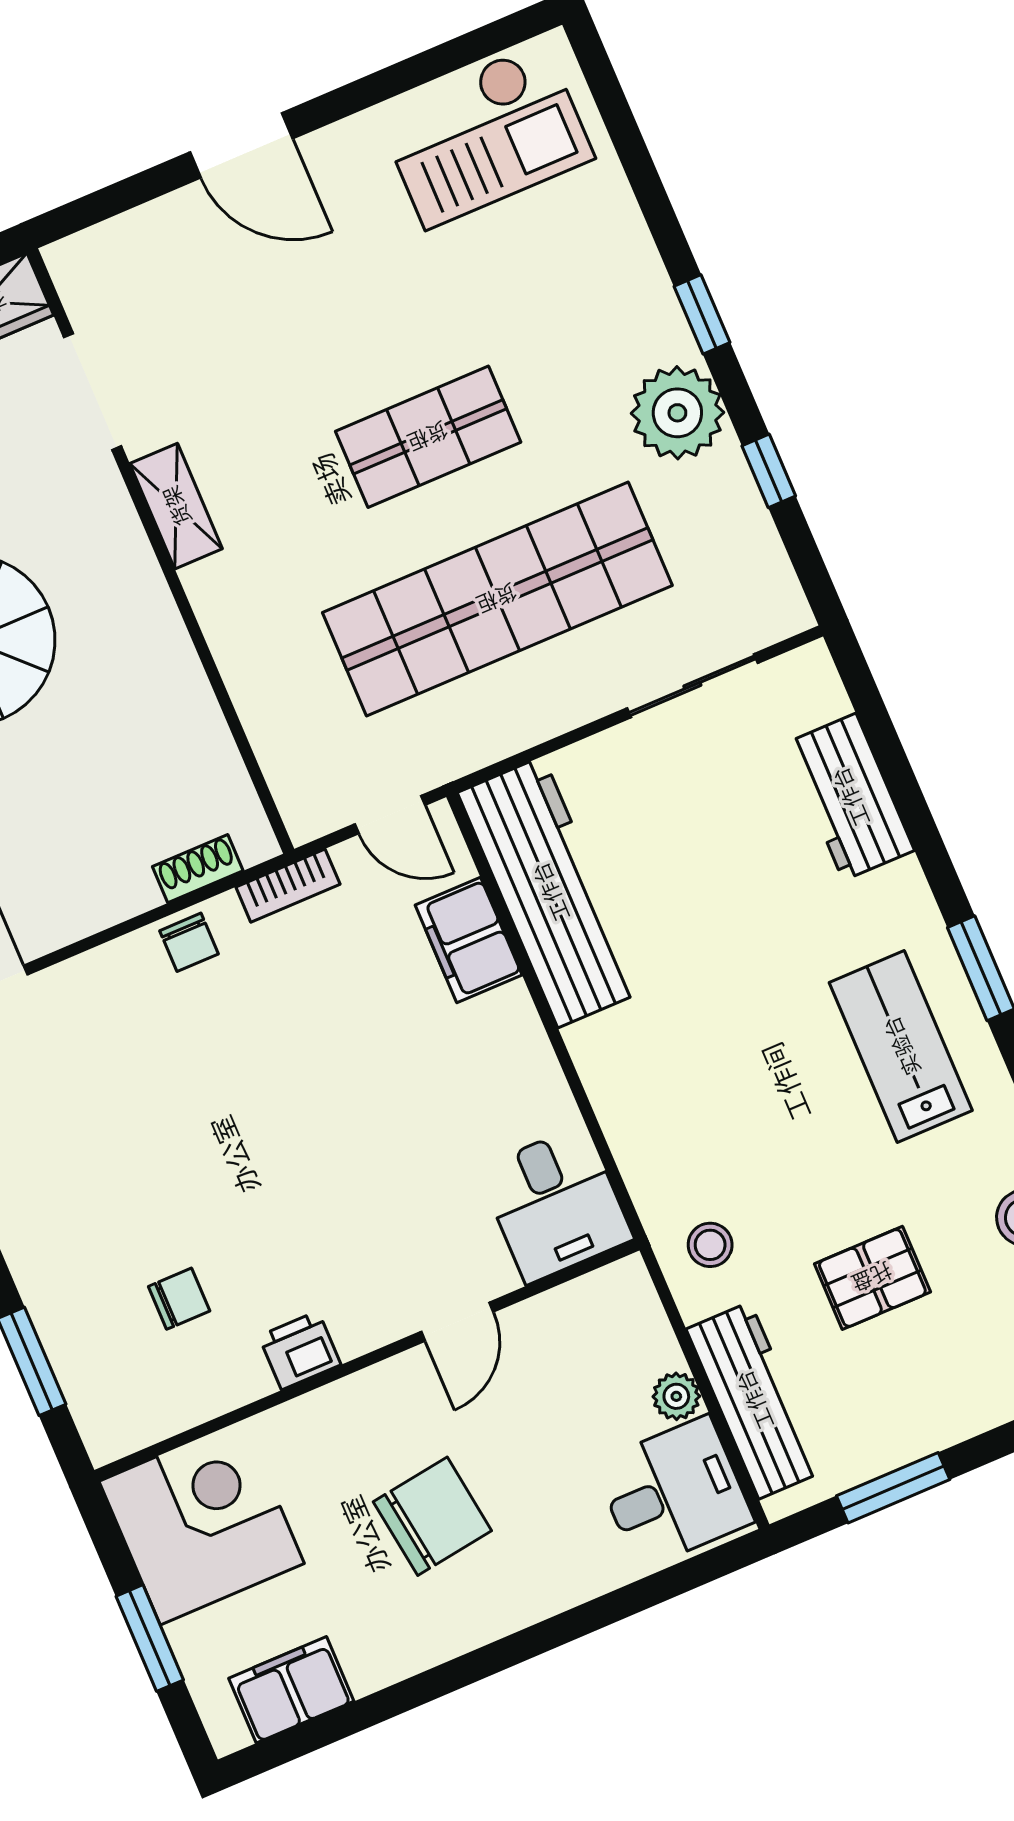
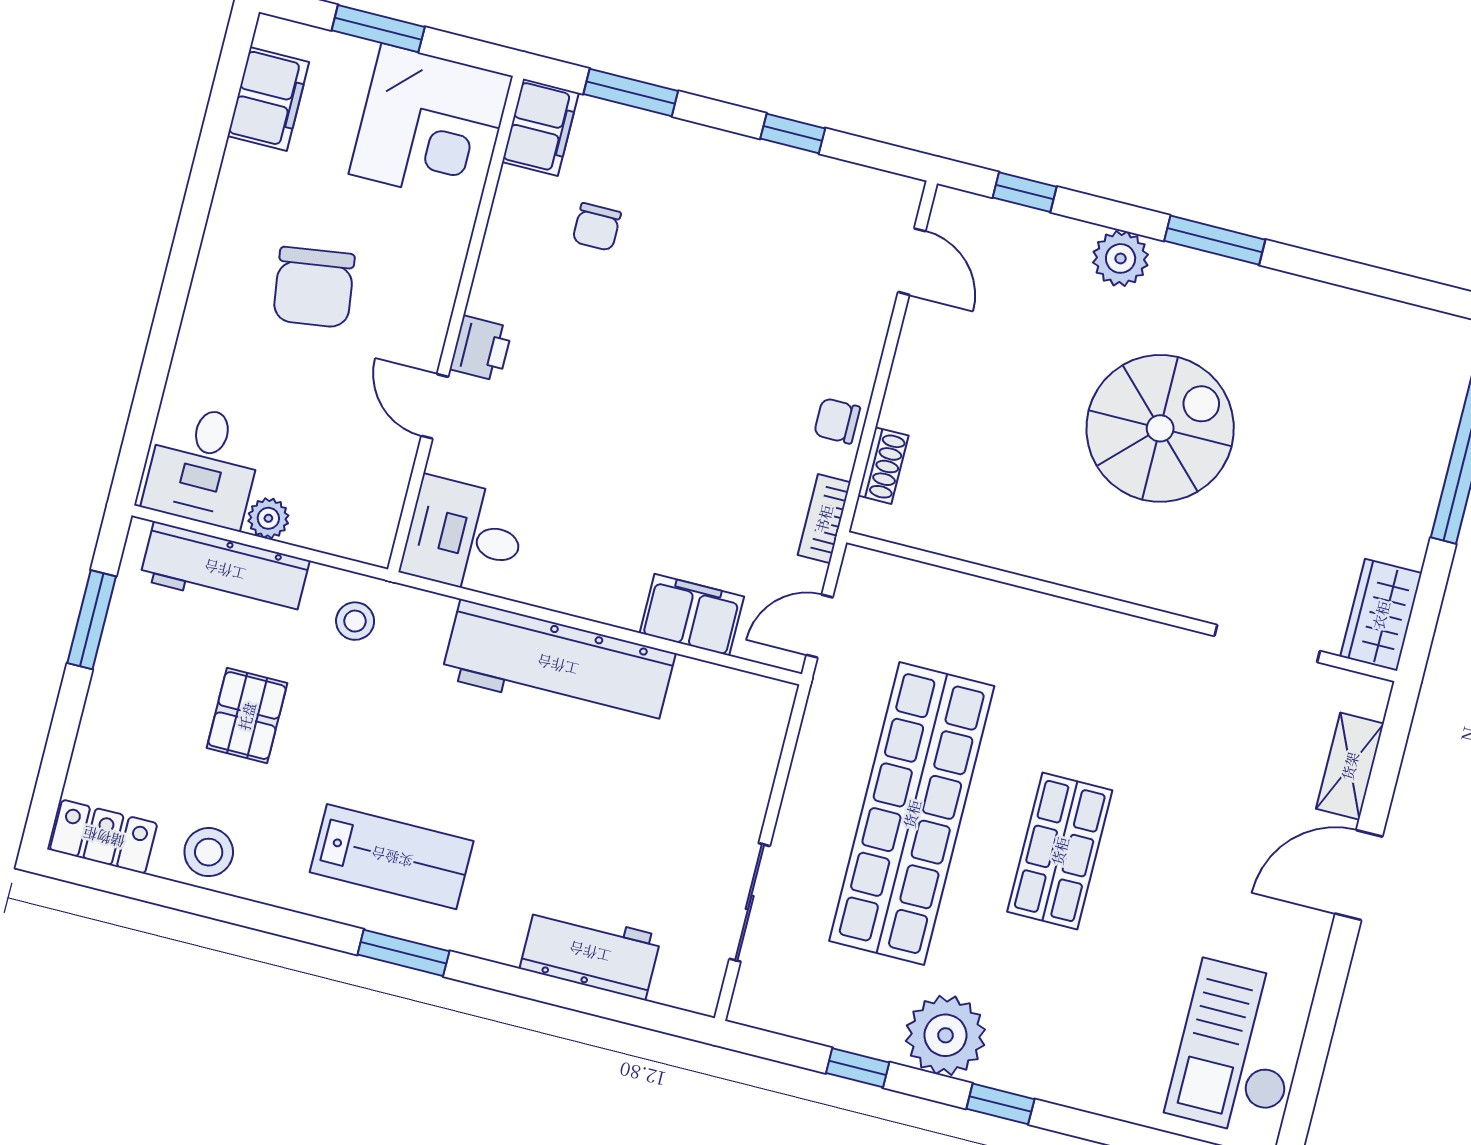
shelving: (176, 506) -> (1350, 766), moved, turned 90
workbench: (550, 892) -> (558, 665), moved
printer: (300, 1350) -> (481, 348), moved
filing cabinet: (127, 1420) -> (540, 127), added

